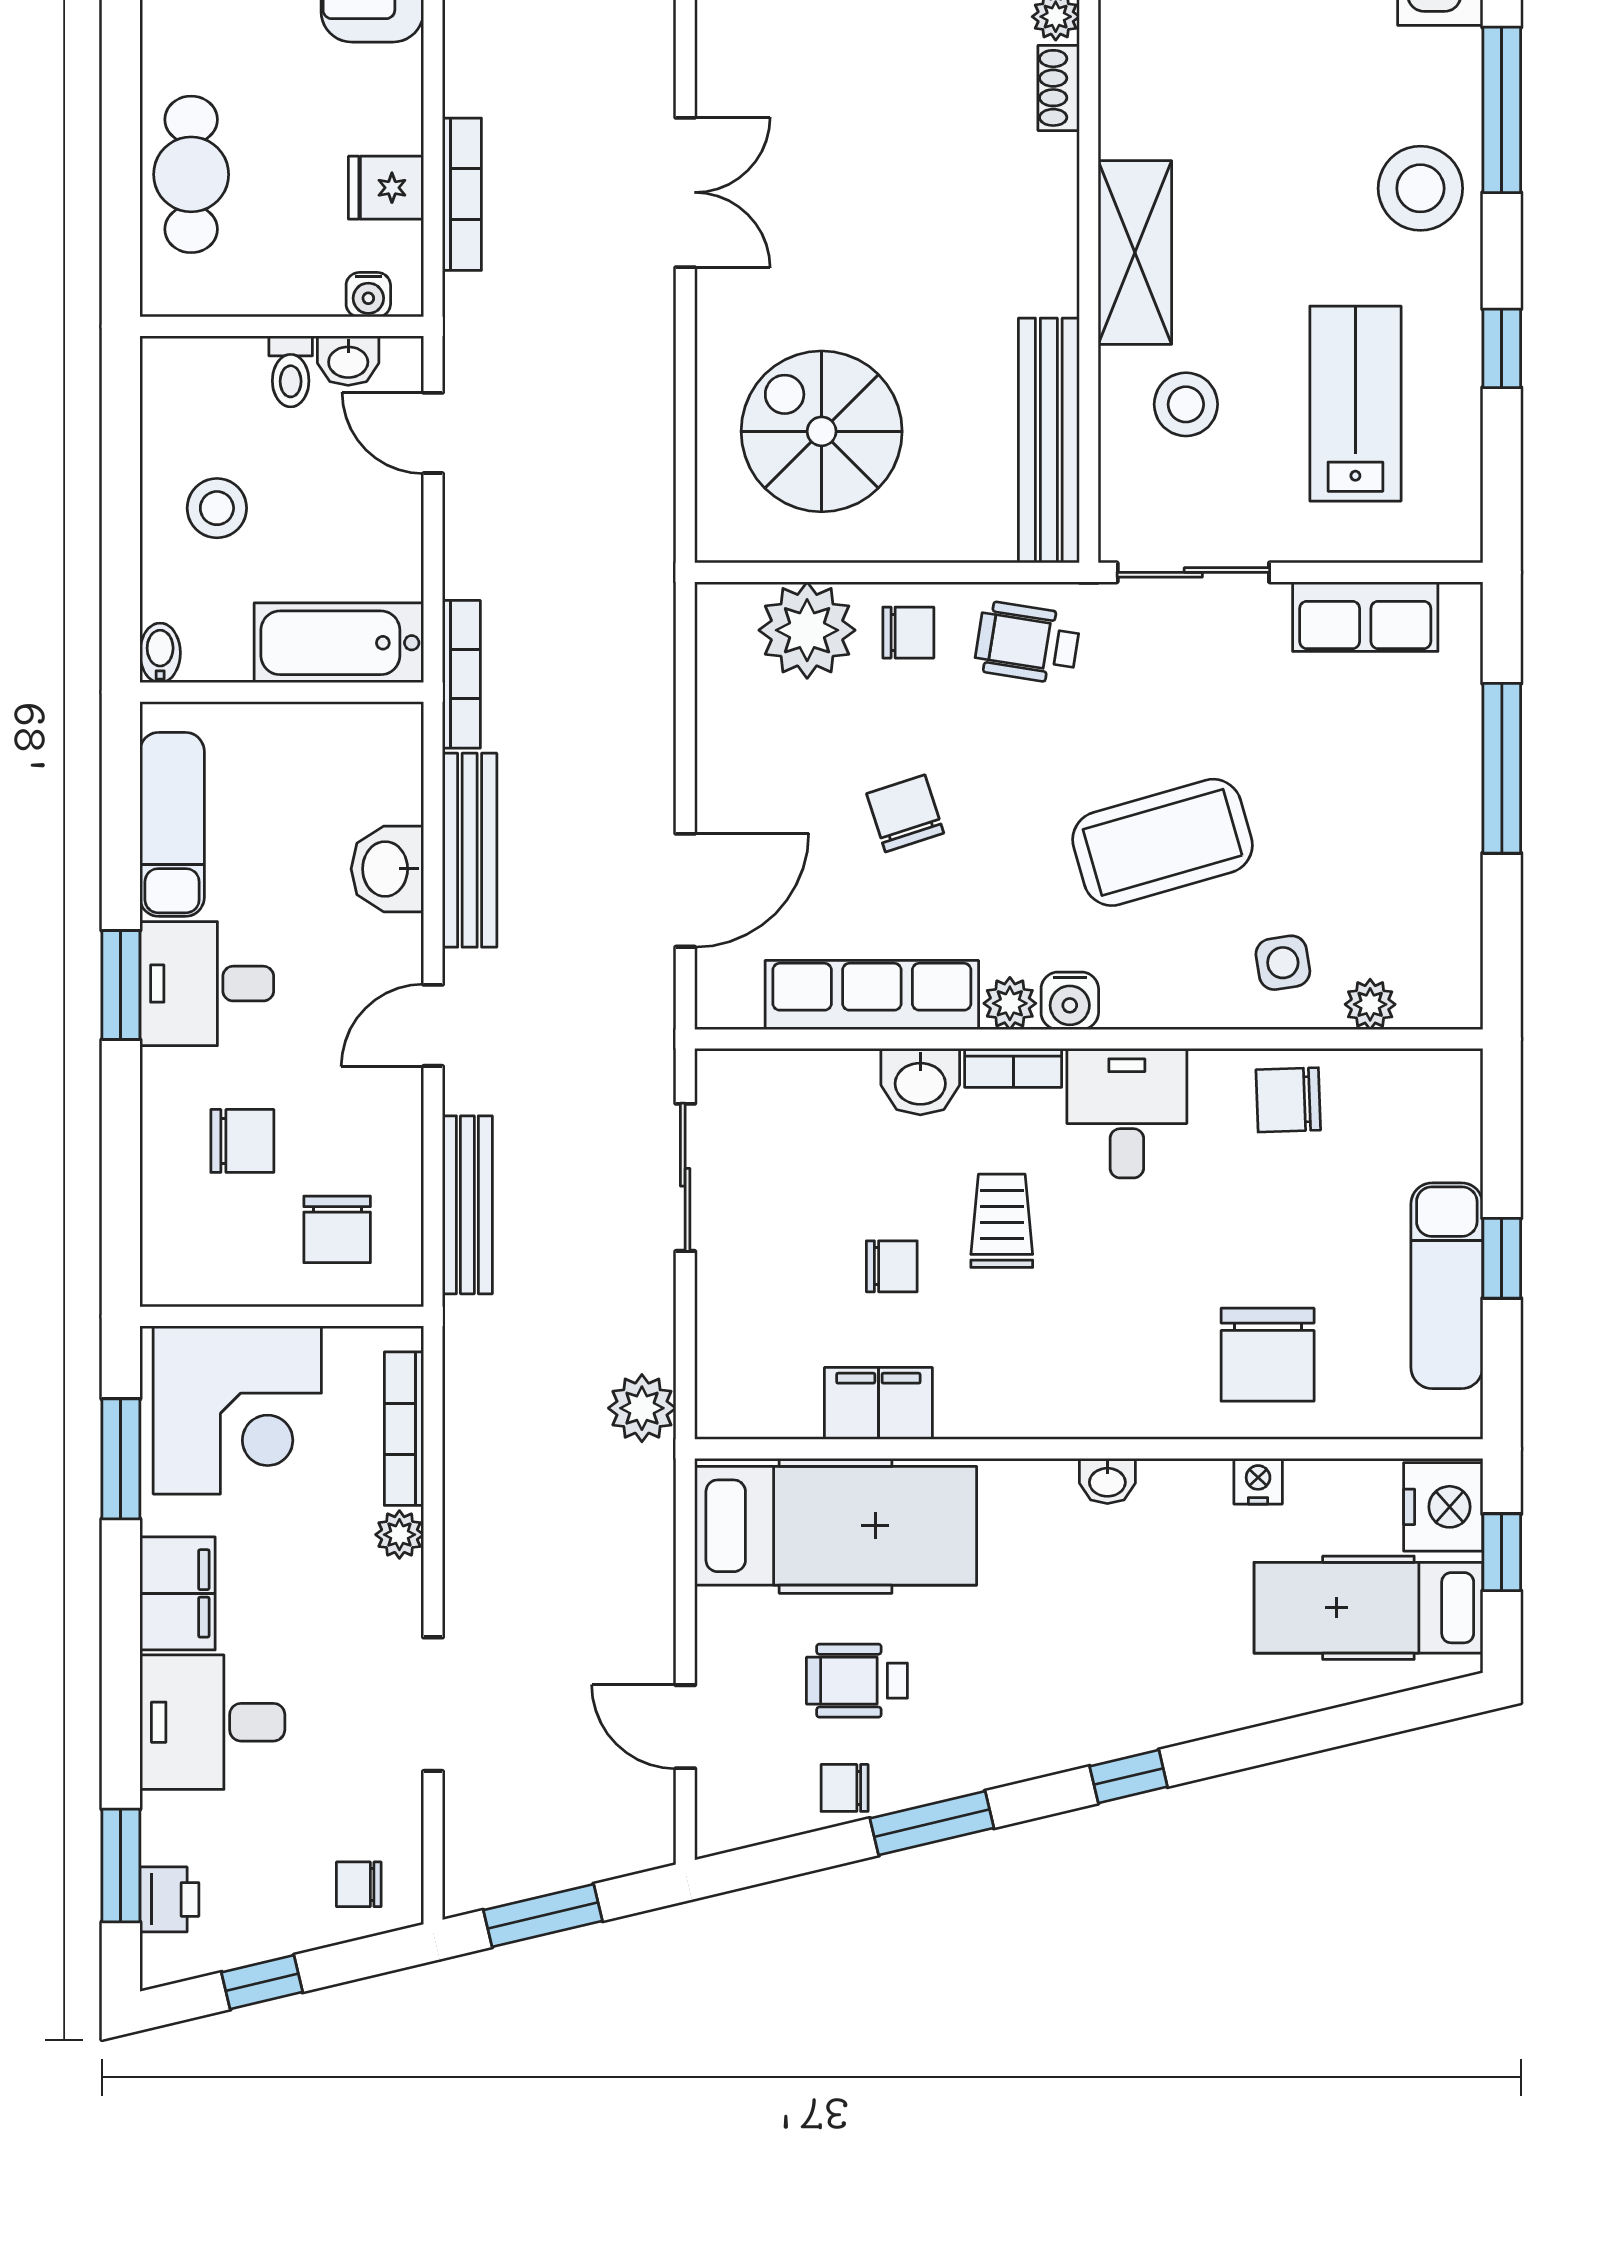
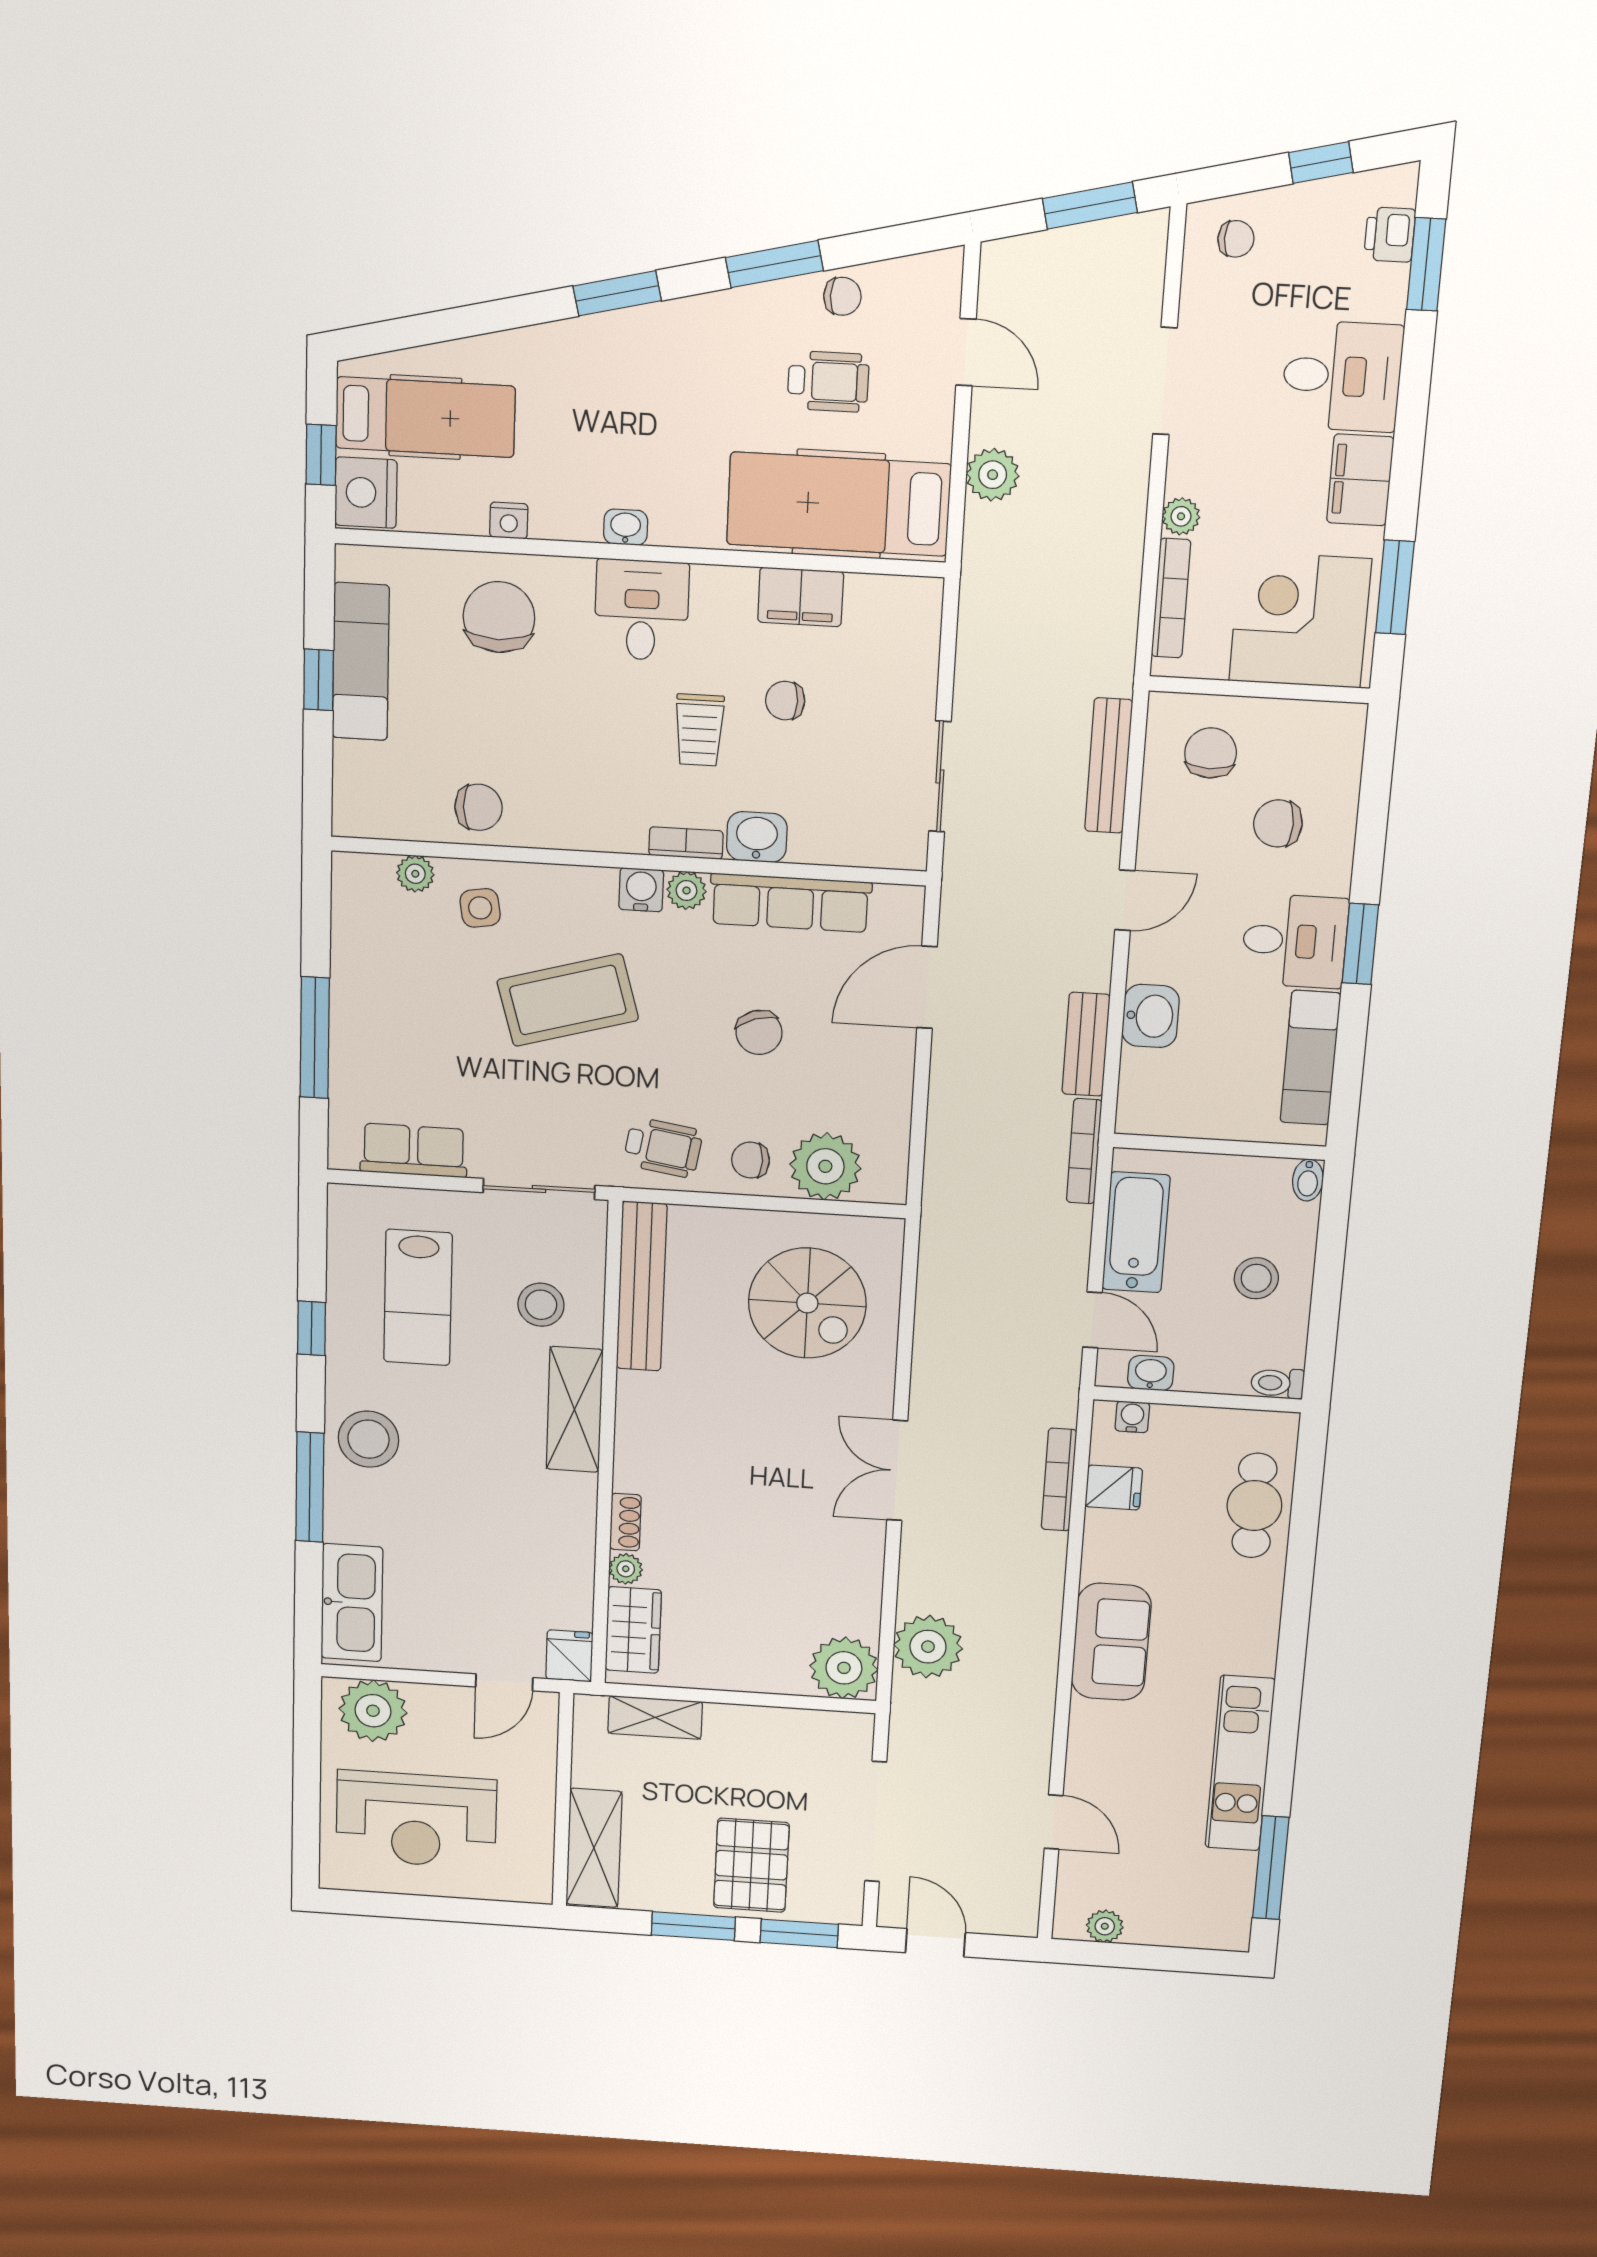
toilet: (291, 371) -> (1277, 1383), moved, turned -90
bathtub: (339, 643) -> (1136, 1232), moved, turned -90
bench: (470, 850) -> (1086, 1044), width x0.73
desk: (1127, 1113) -> (642, 610), moved, turned 180
plant: (642, 1408) -> (993, 475), moved
window: (1129, 1776) -> (617, 293), width x1.50

